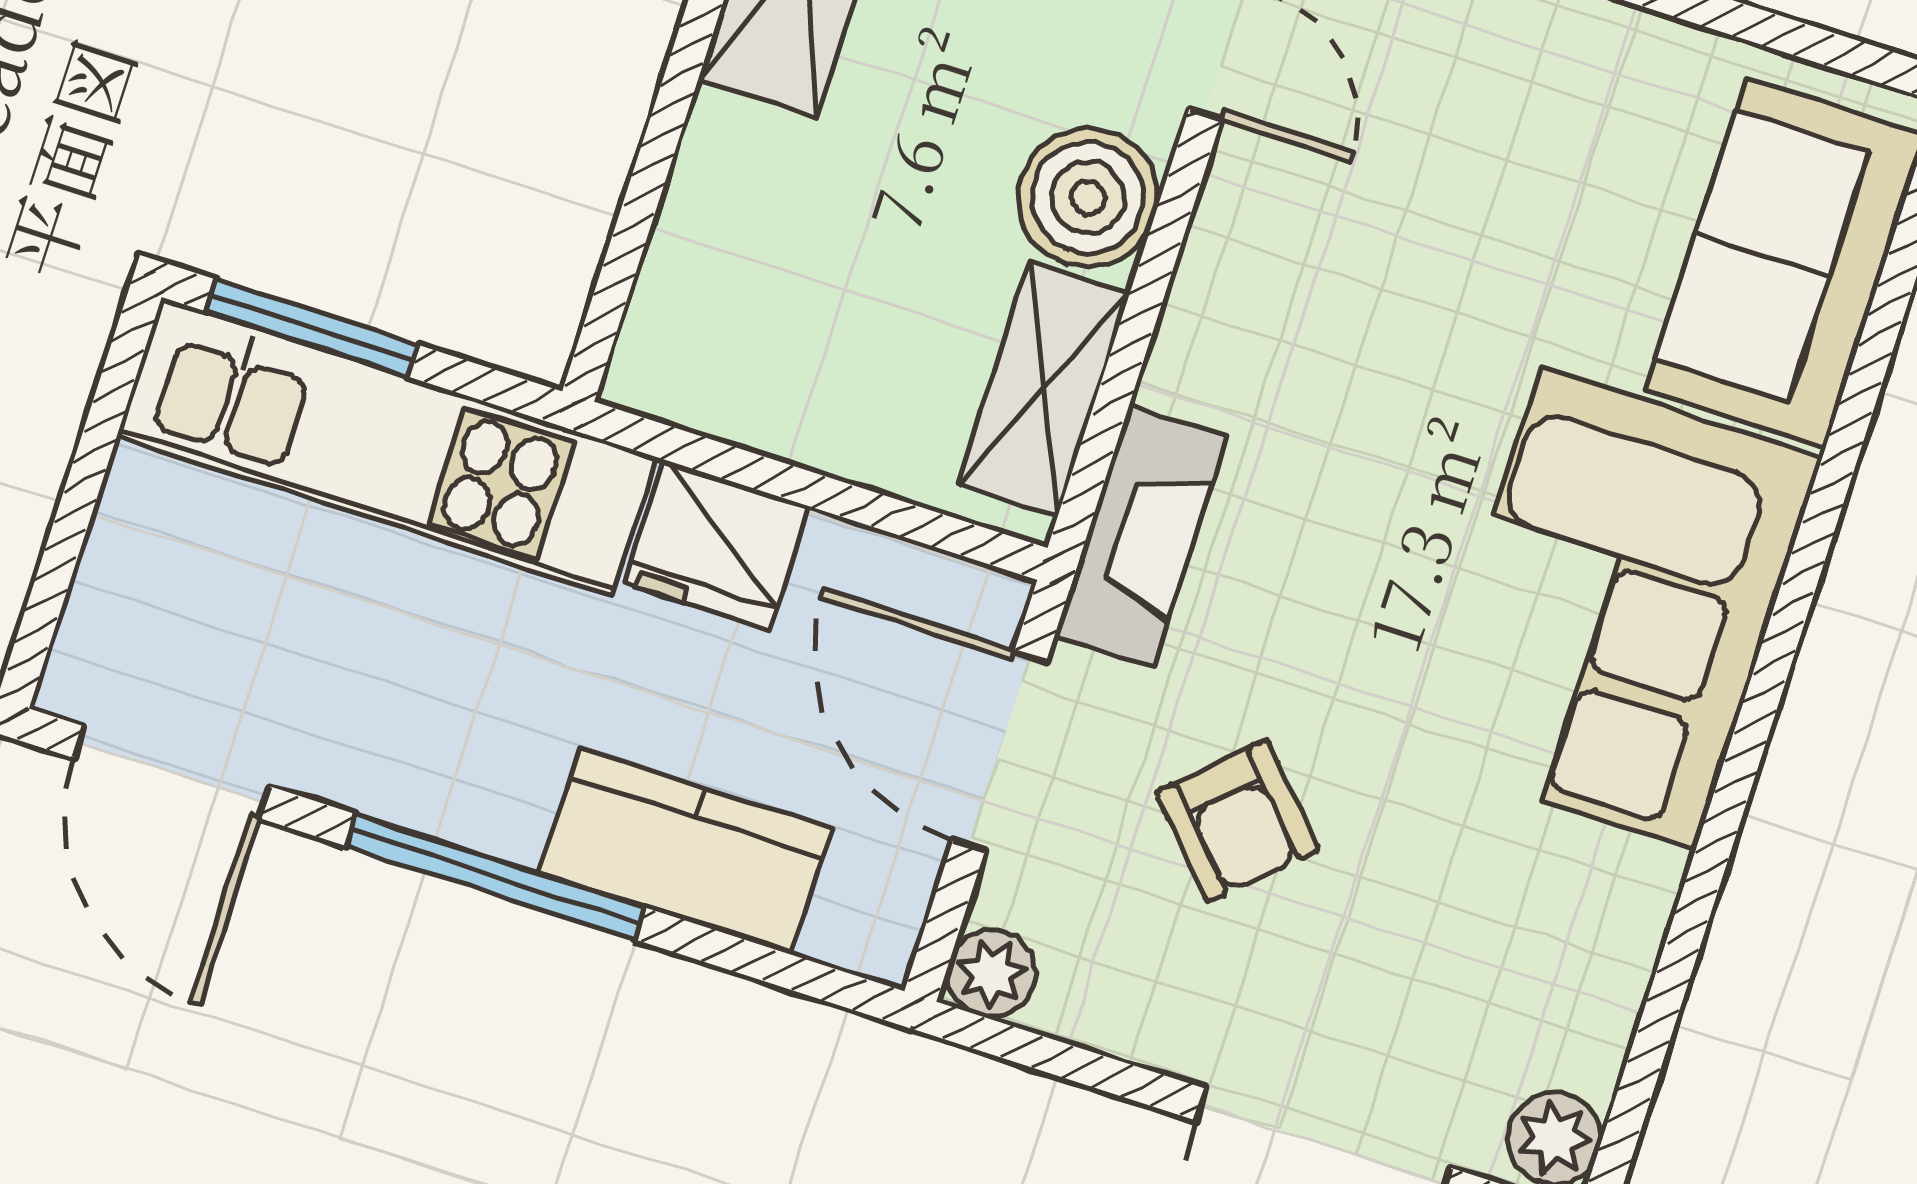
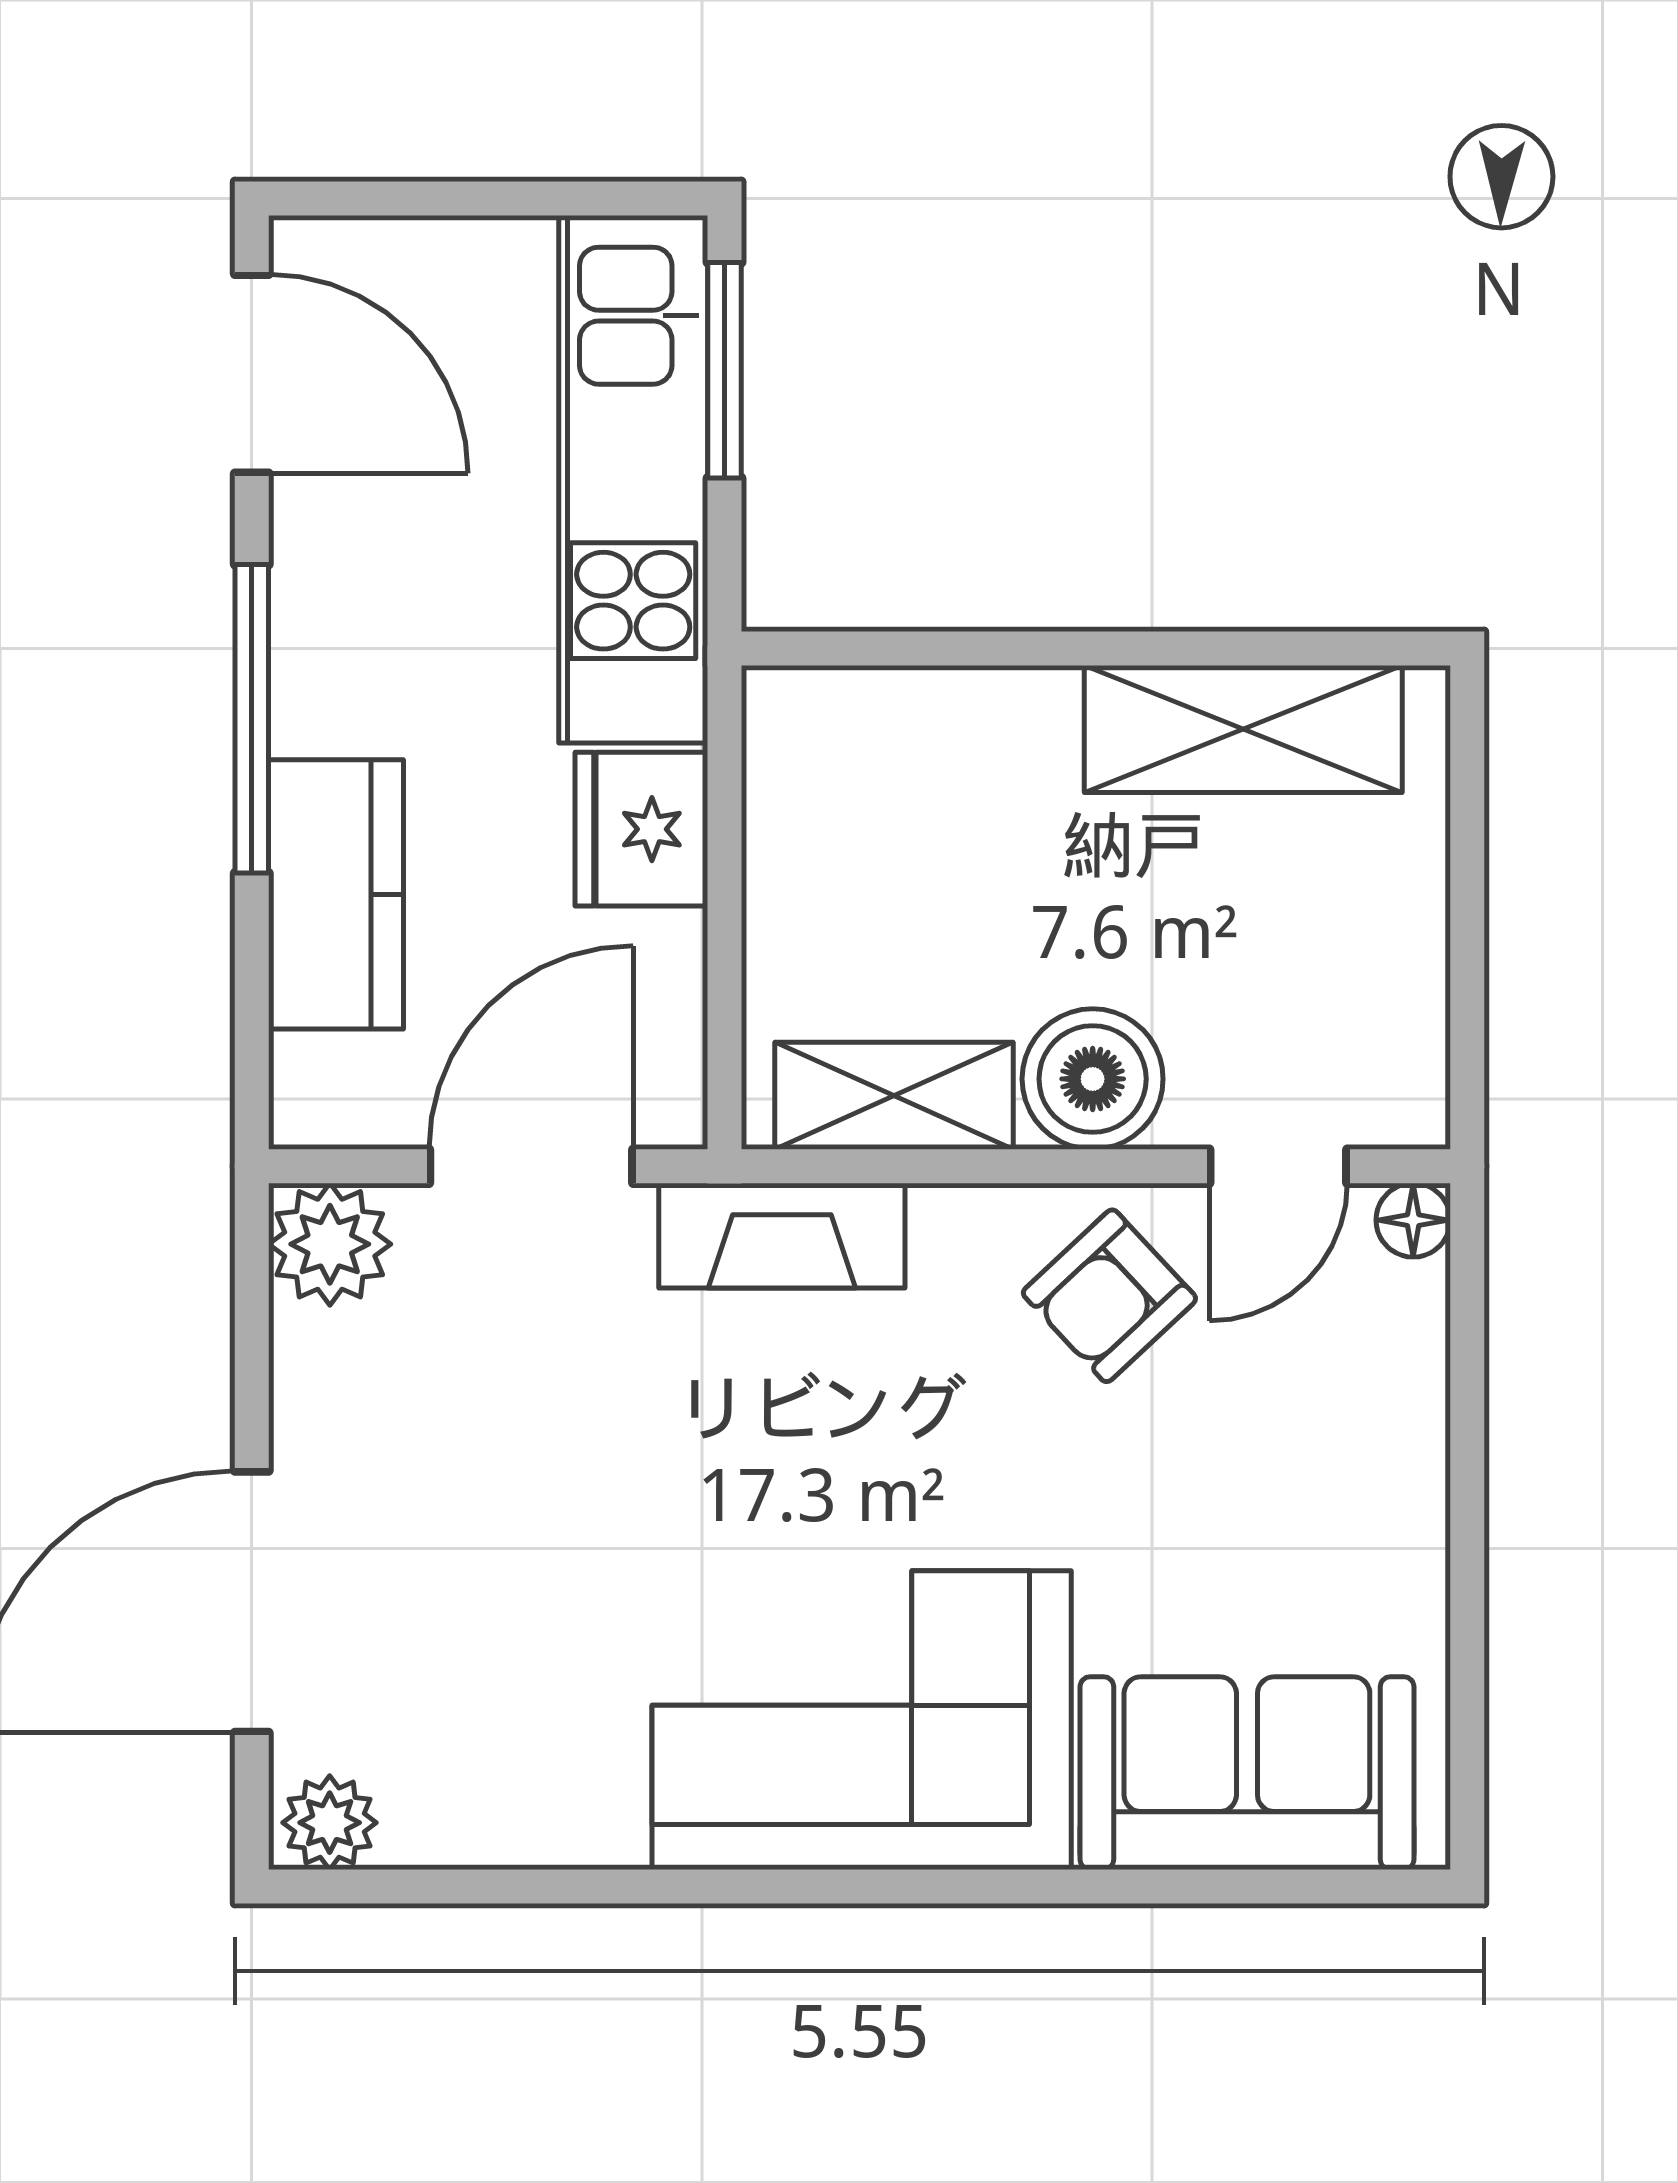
door: (172, 772) -> (252, 374), swing flipped
armchair: (1237, 821) -> (1109, 1296), moved
plant: (991, 973) -> (330, 1244), width x1.38, depth x1.38

